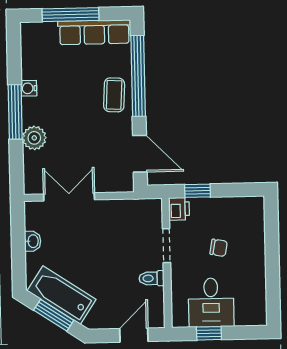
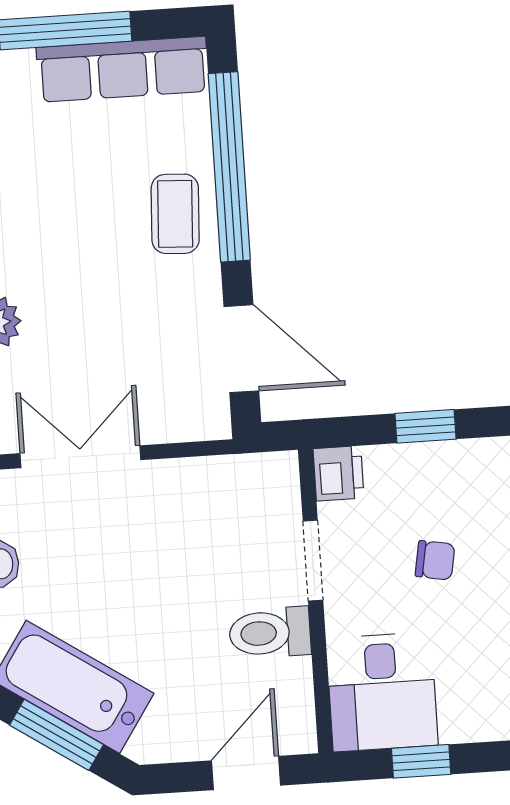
window: (197, 191) -> (426, 426), moved
toilet: (152, 278) -> (270, 633), width x1.37, depth x1.39
desk: (211, 303) -> (382, 692), moved

